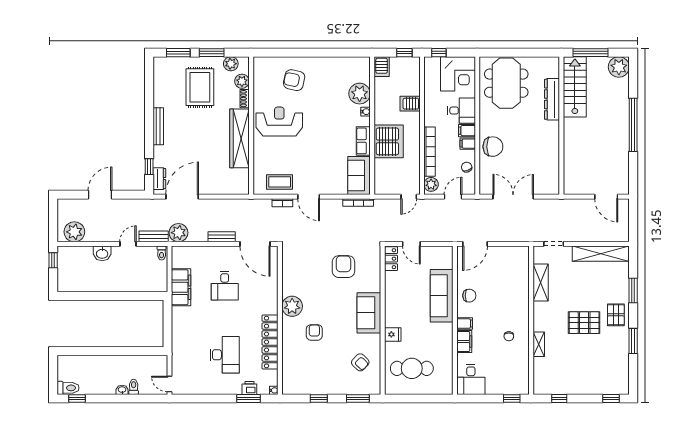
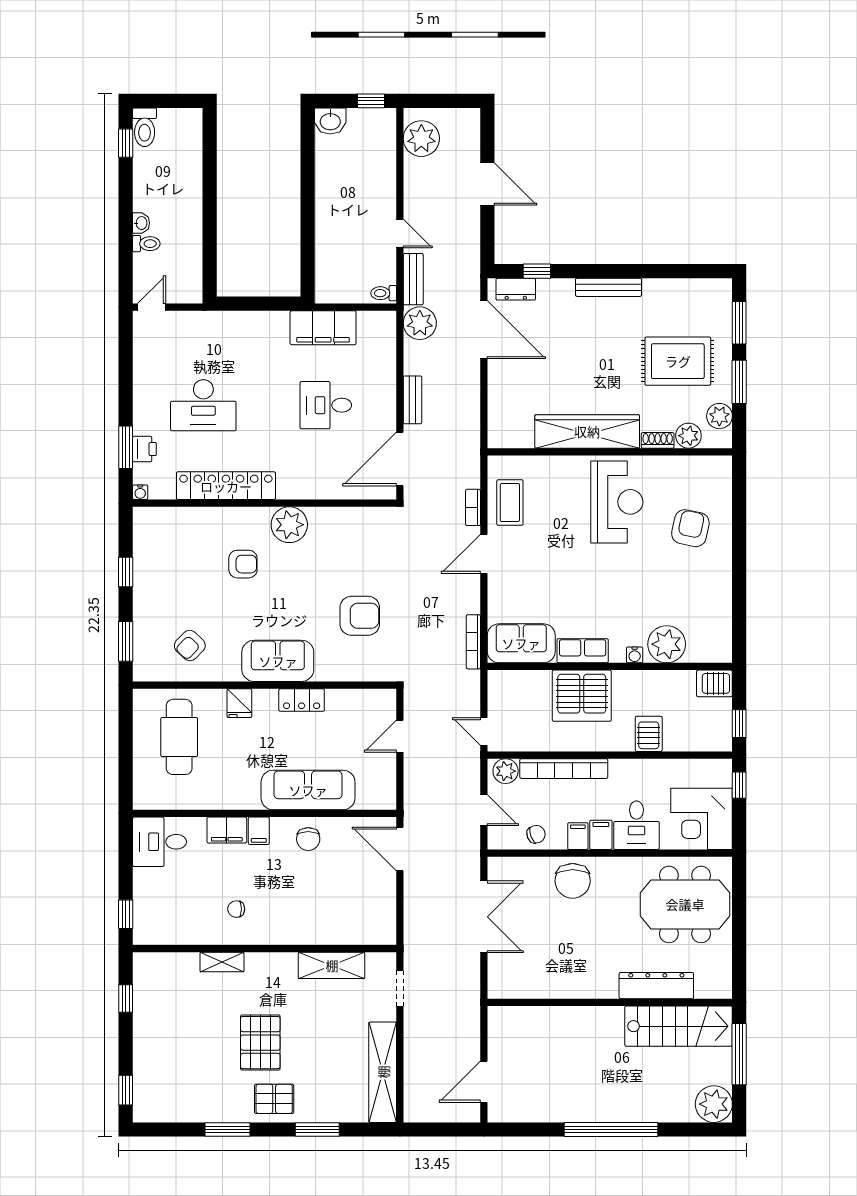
washbasin: (102, 253) -> (330, 121), moved, turned -90
locker: (391, 259) -> (302, 700), moved

